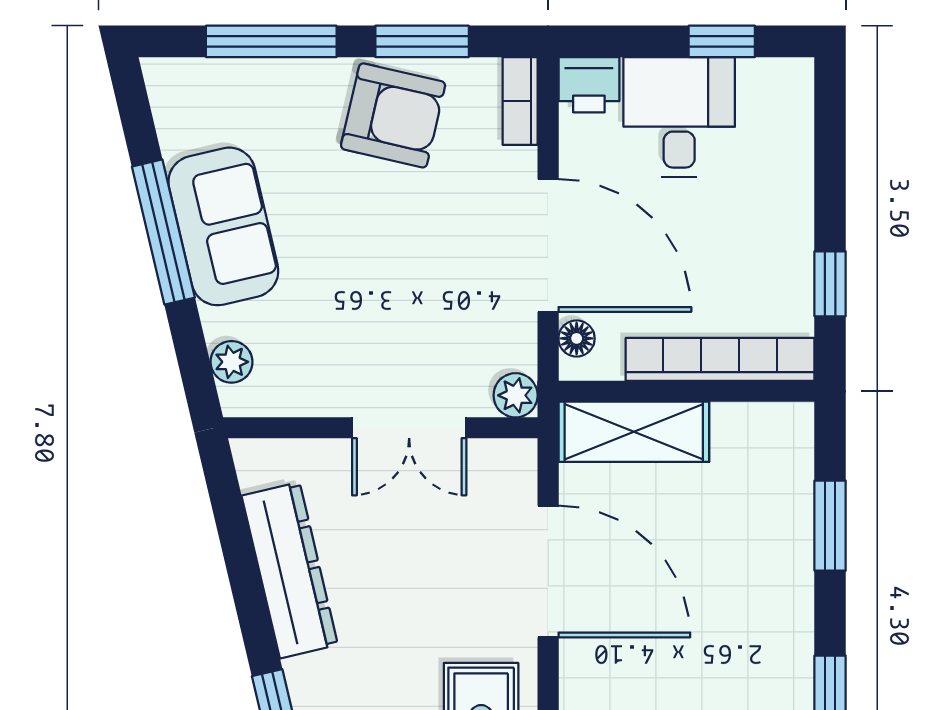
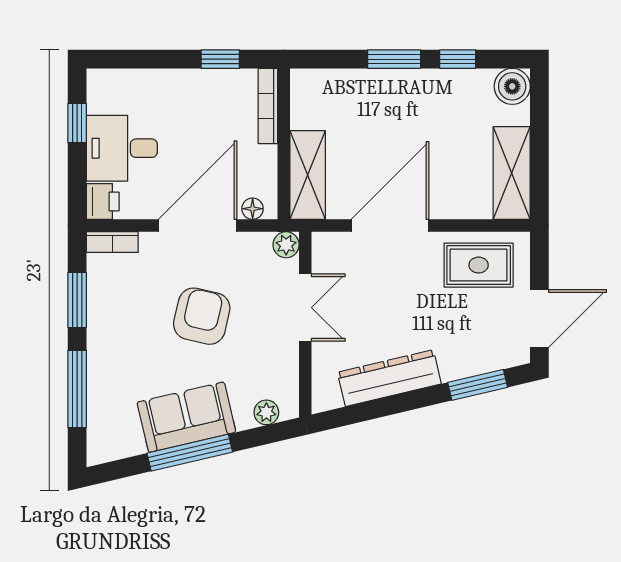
armchair: (393, 115) -> (202, 316), moved
bookcase: (720, 359) -> (268, 106), width x0.68, depth x0.76
window: (830, 526) -> (394, 59), moved

